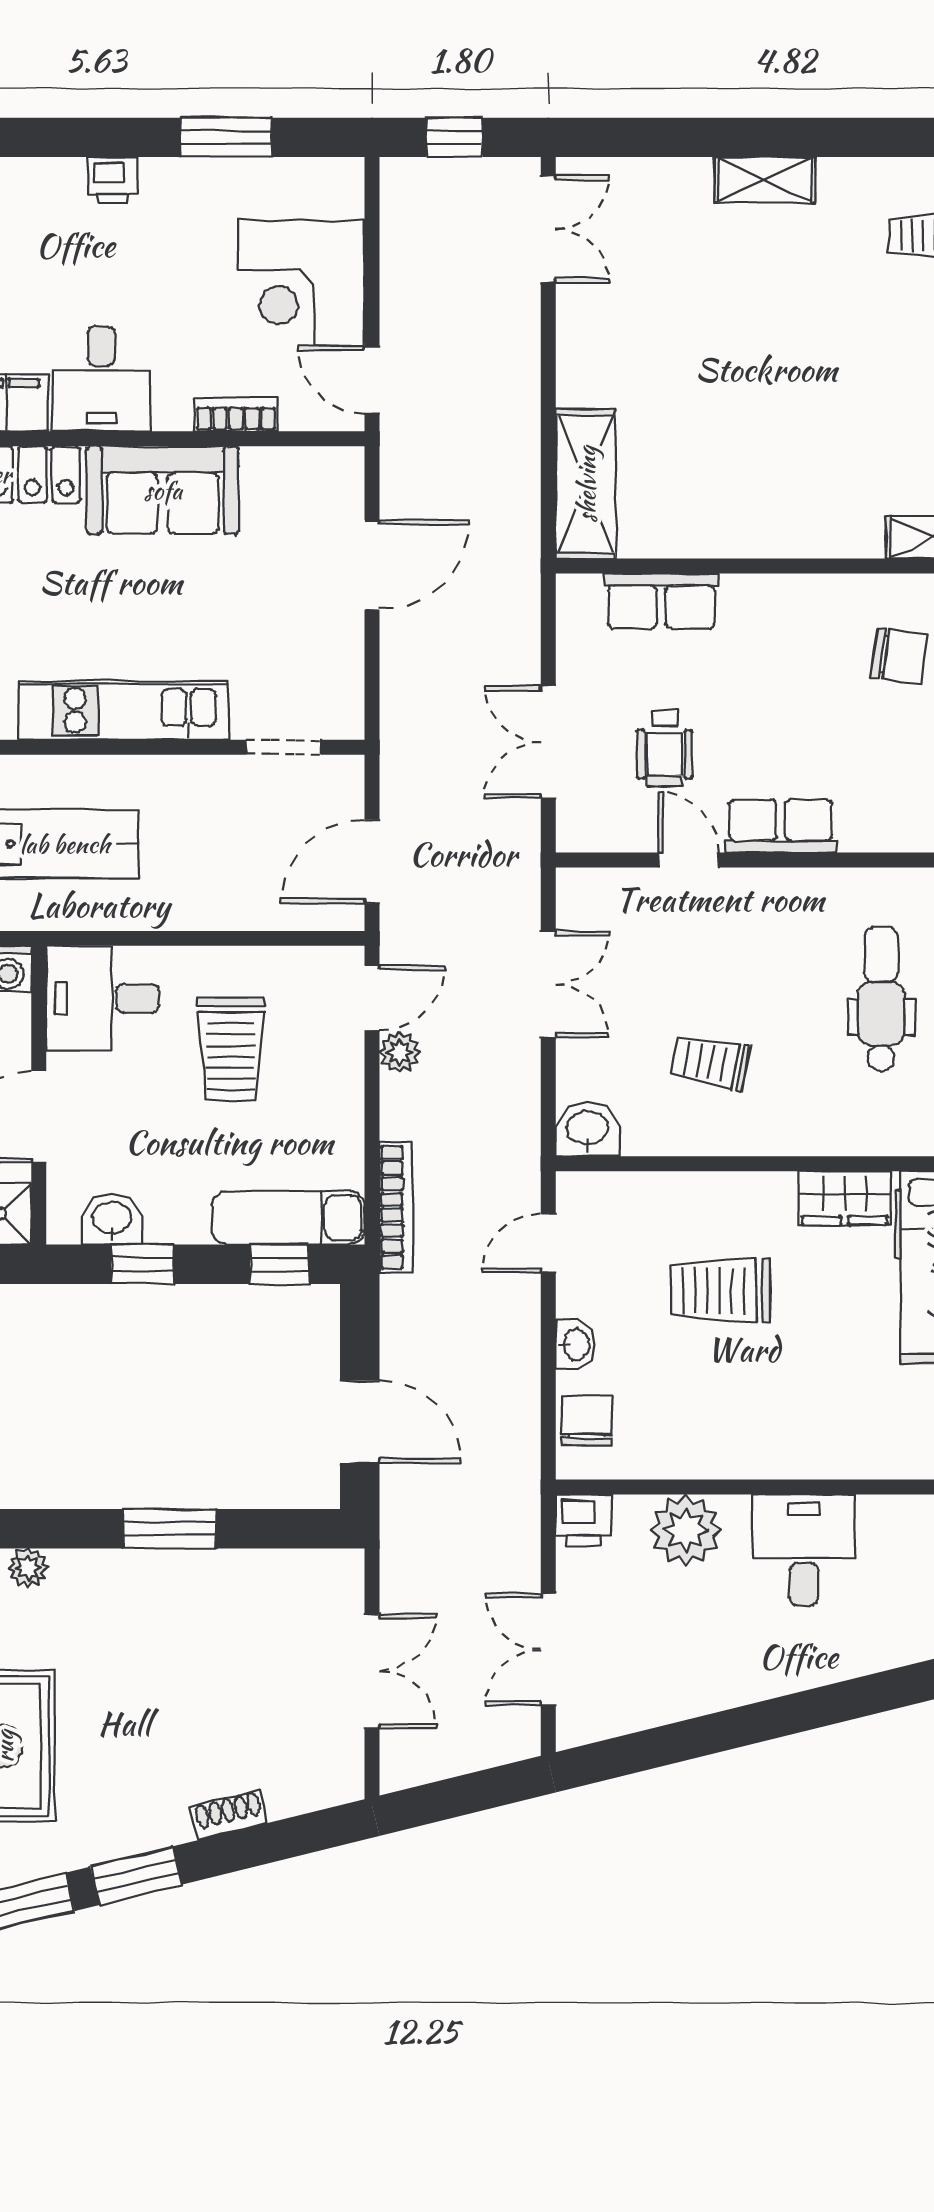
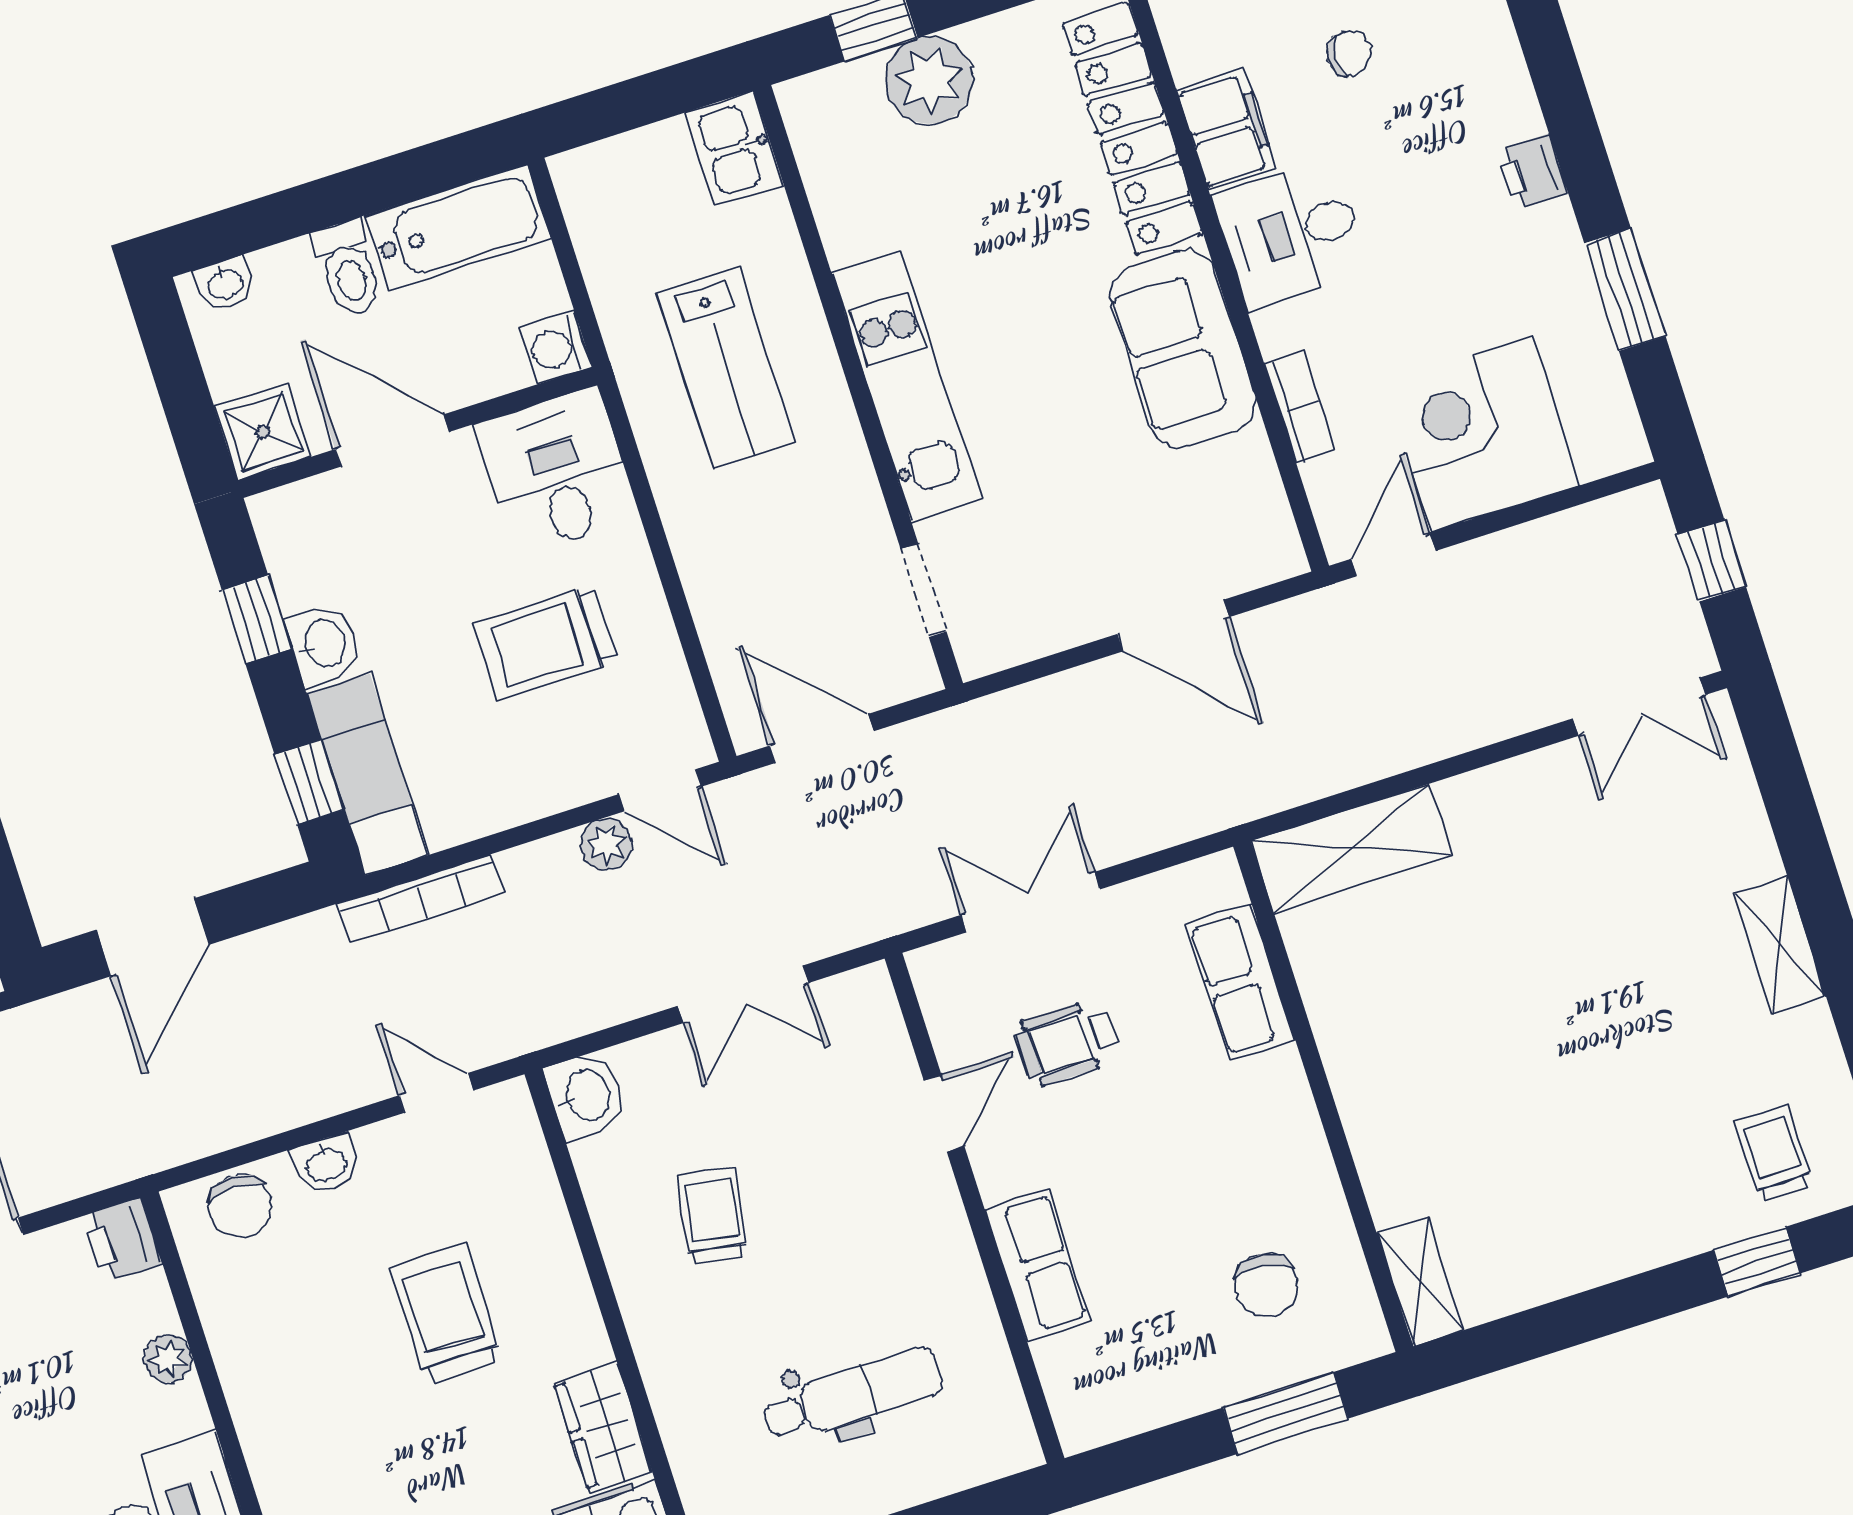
row of seats: (781, 826) -> (1037, 1265), moved
washbasin: (112, 1219) -> (324, 644), moved
chair: (587, 1421) -> (240, 1206), turned 90
plant: (686, 1530) -> (168, 1359), width x0.53, depth x0.53

